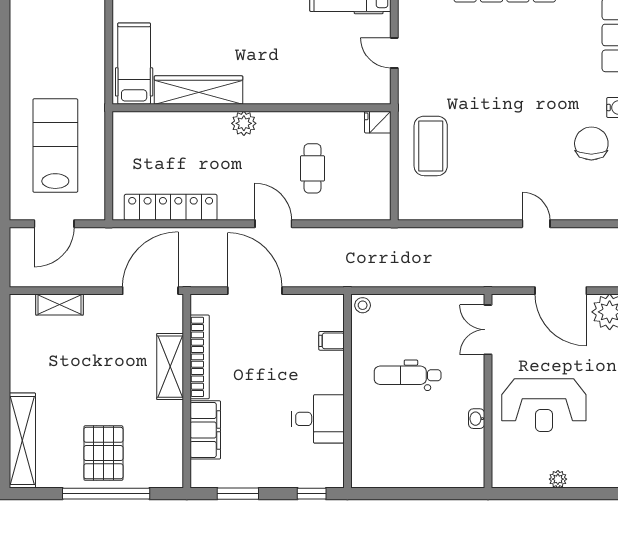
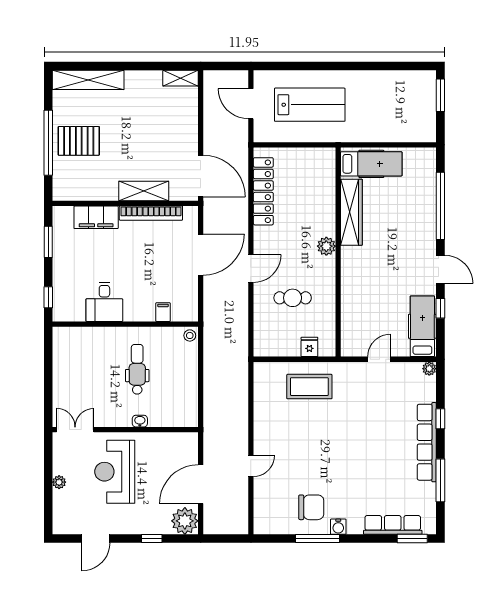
fridge: (378, 122) -> (309, 347), moved
shelving: (59, 305) -> (181, 78), moved, turned 90
double door: (488, 330) -> (75, 430), moved
washbasin: (477, 419) -> (140, 421), moved

